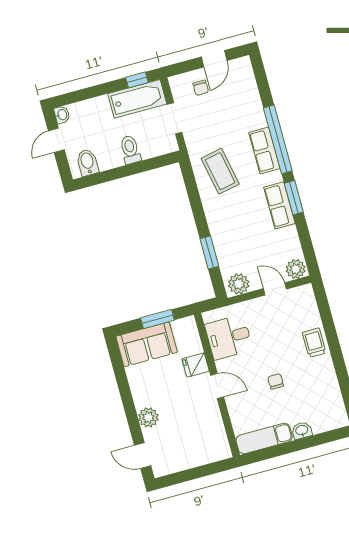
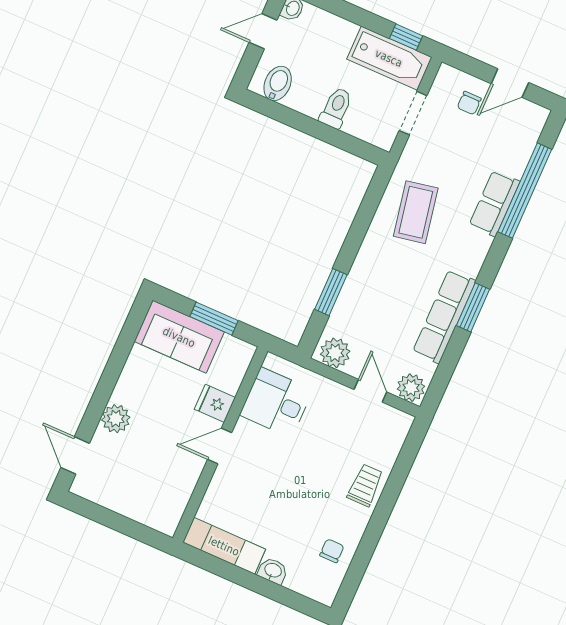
window: (278, 139) -> (525, 191), moved
row of seats: (264, 150) -> (494, 203), moved
row of seats: (279, 205) -> (444, 316), width x1.48
chair: (276, 381) -> (332, 551), moved
door: (217, 386) -> (220, 446), swing flipped

